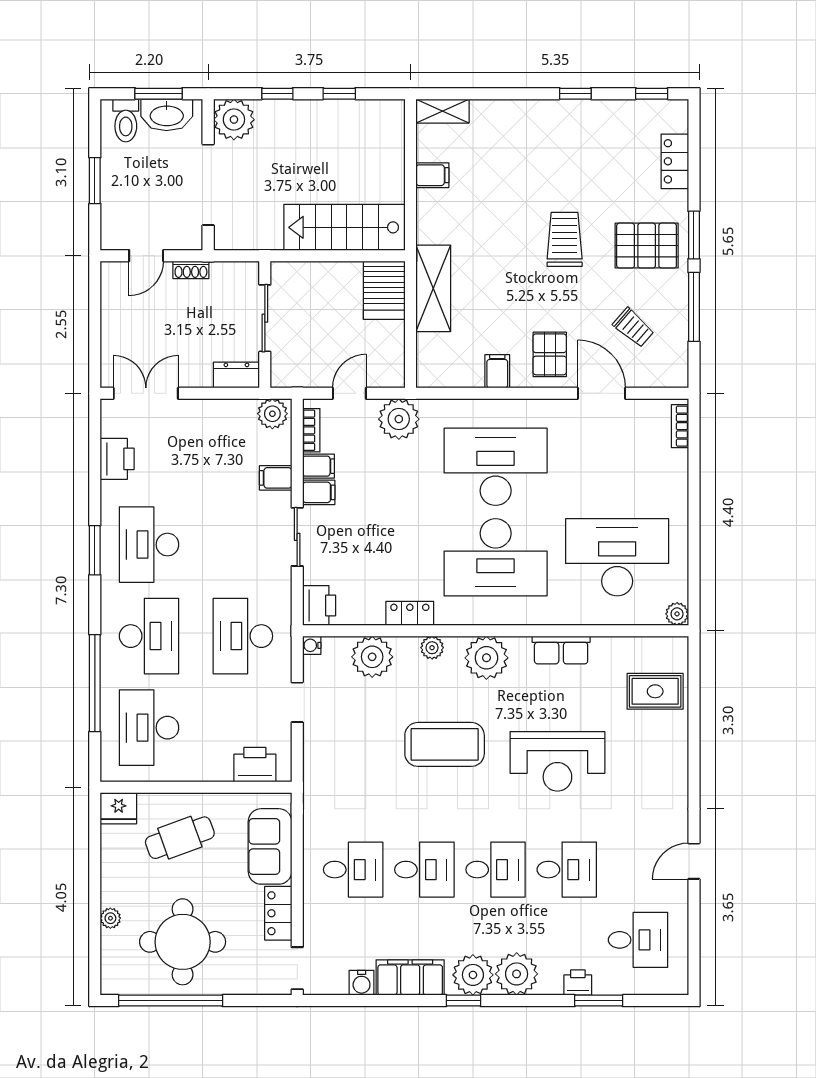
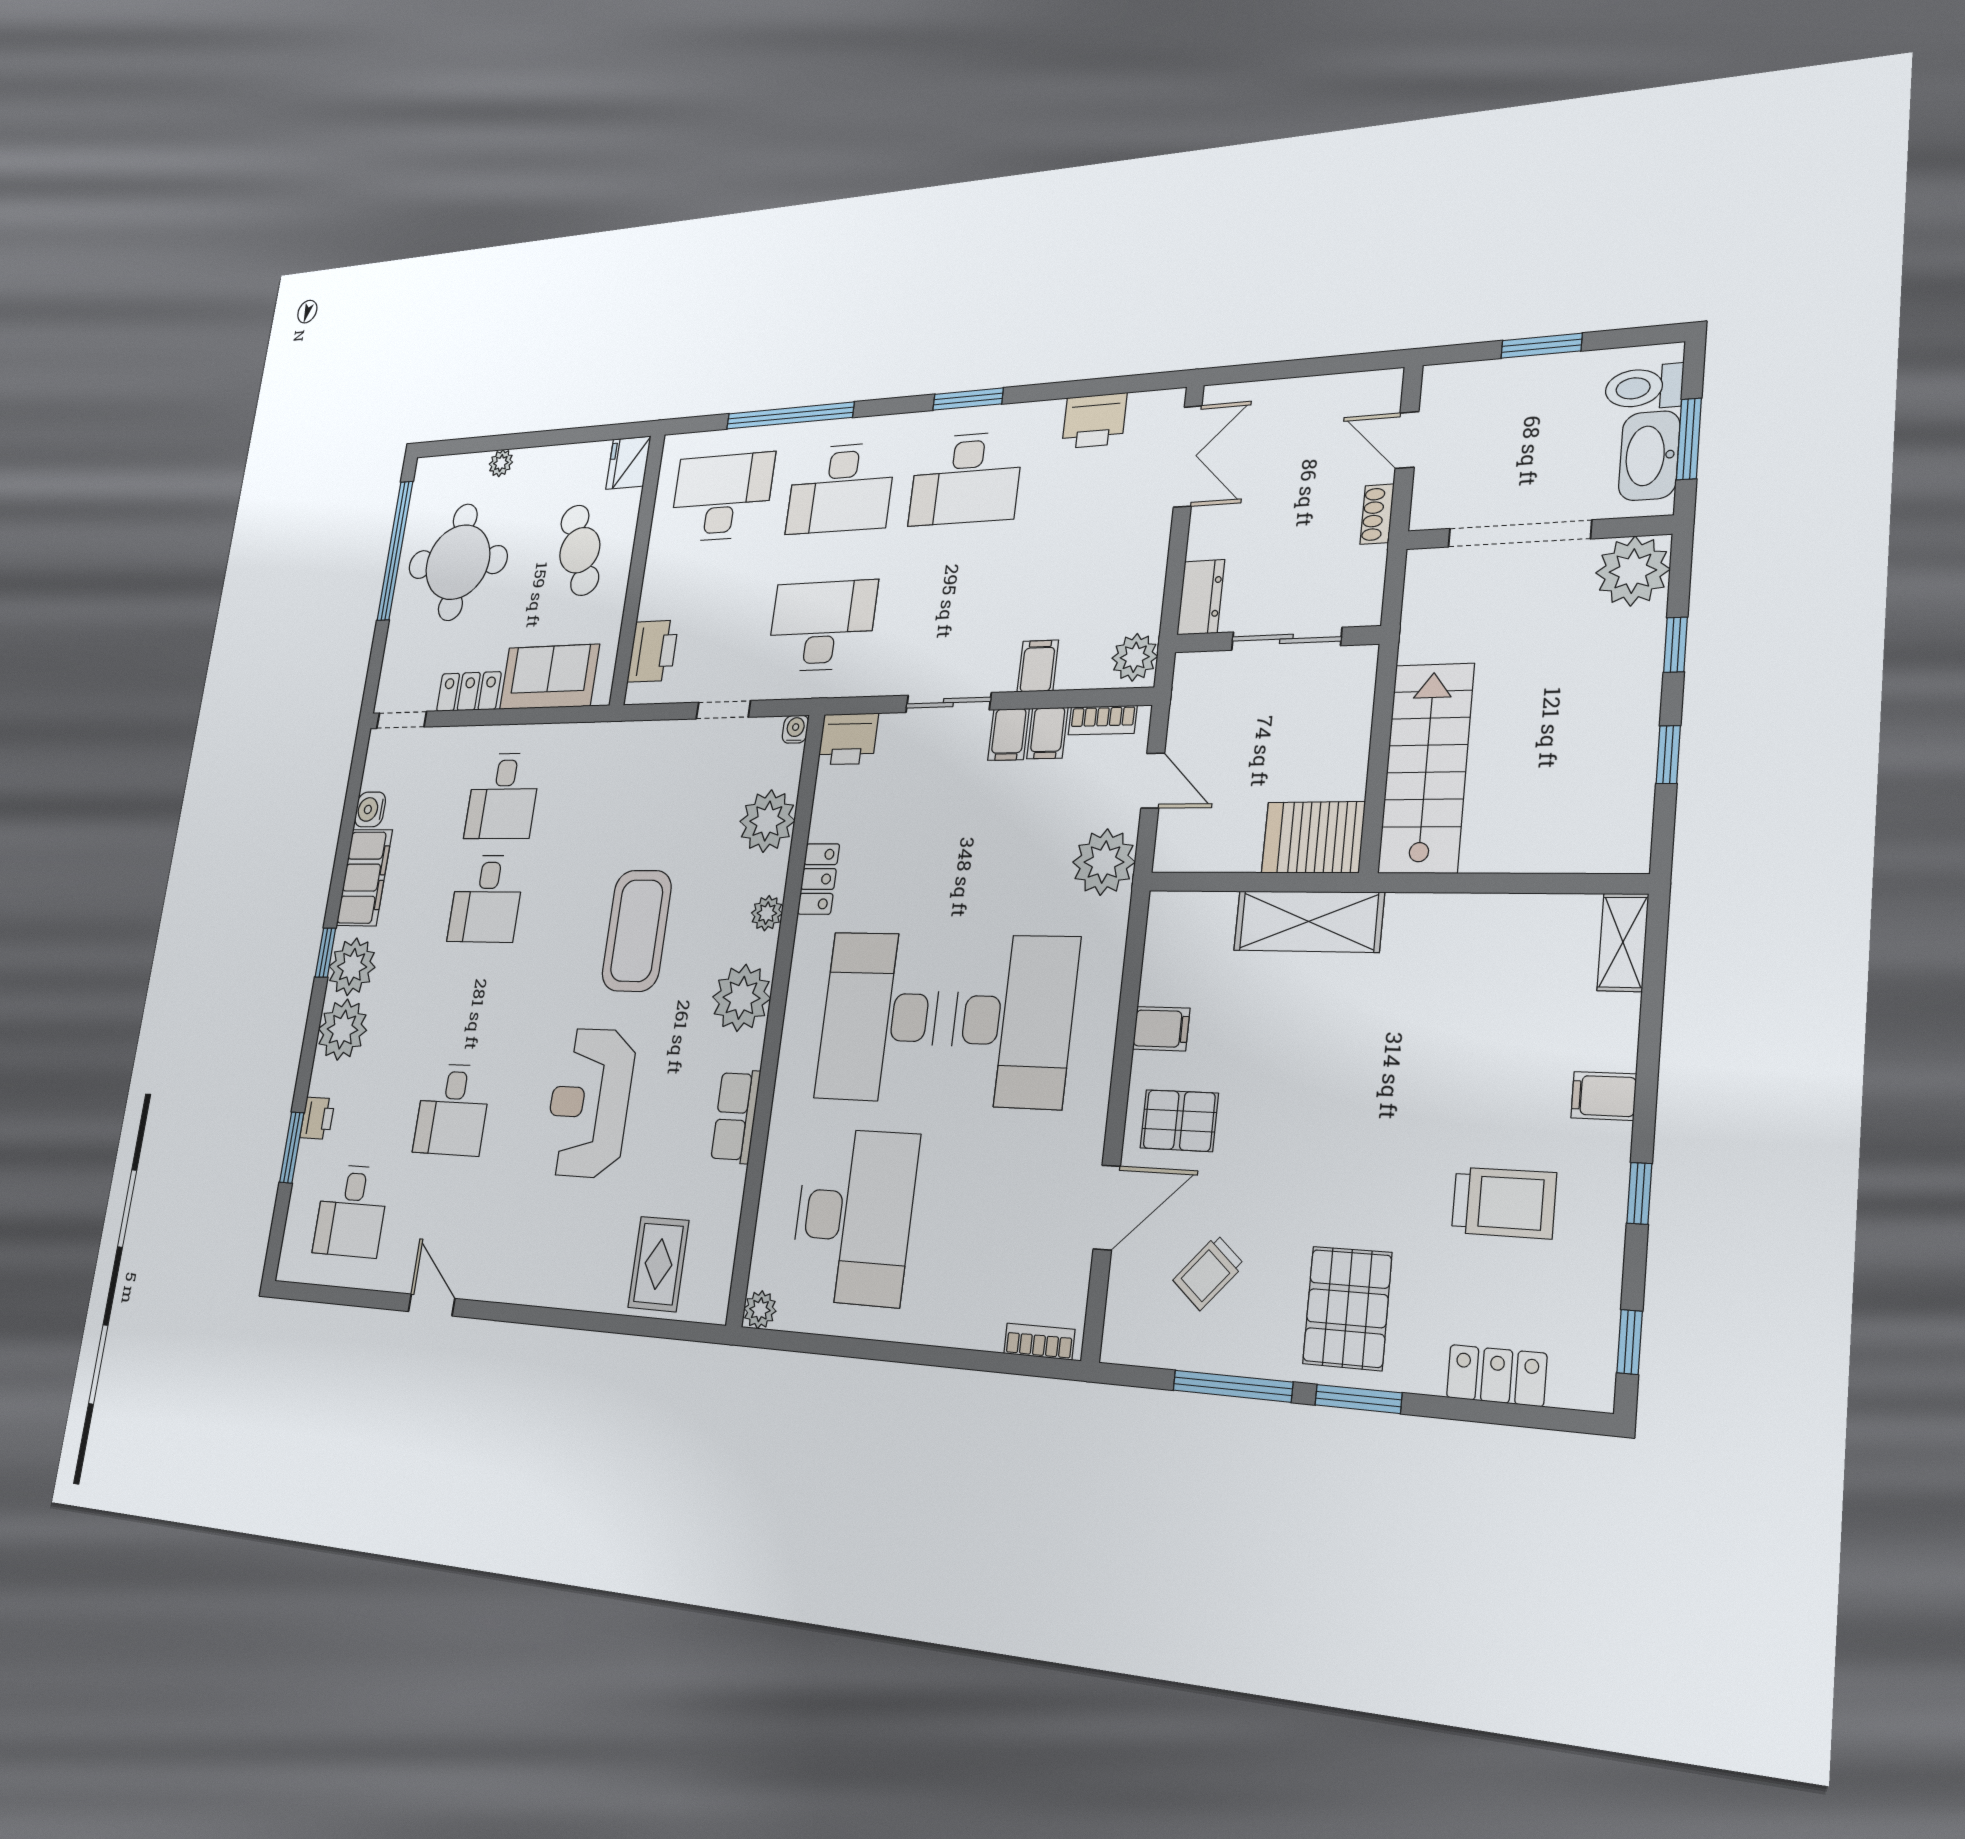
filing cabinet: (432, 175) -> (1604, 1096), moved, turned 90
trolley: (565, 239) -> (1504, 1203), moved
desk: (149, 545) -> (966, 478), turned 180
desk: (496, 870) -> (470, 1003), removed

